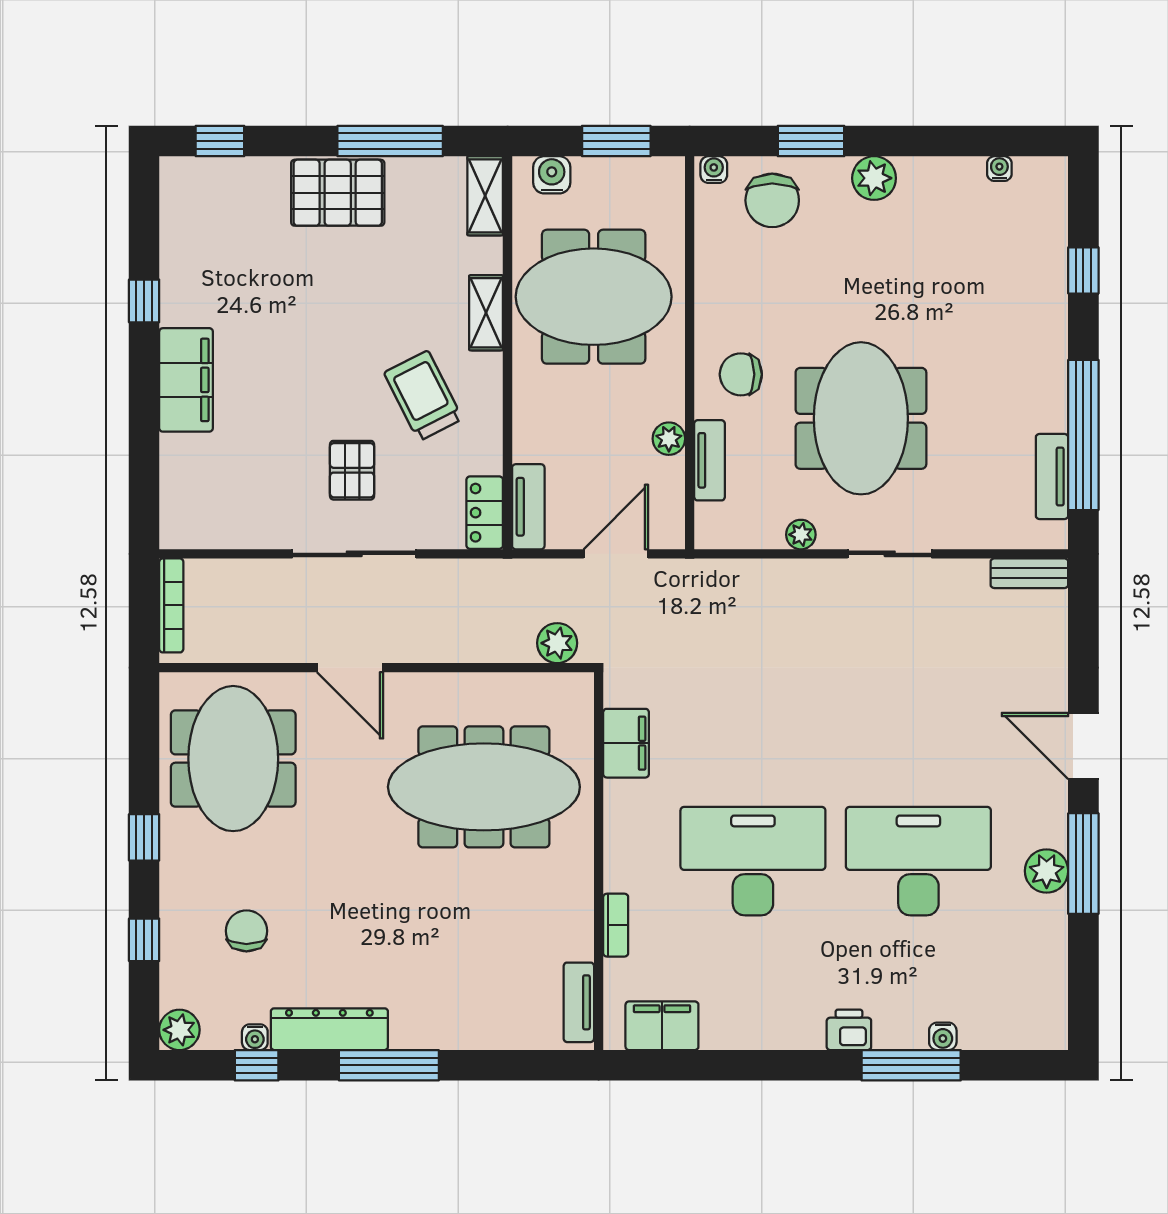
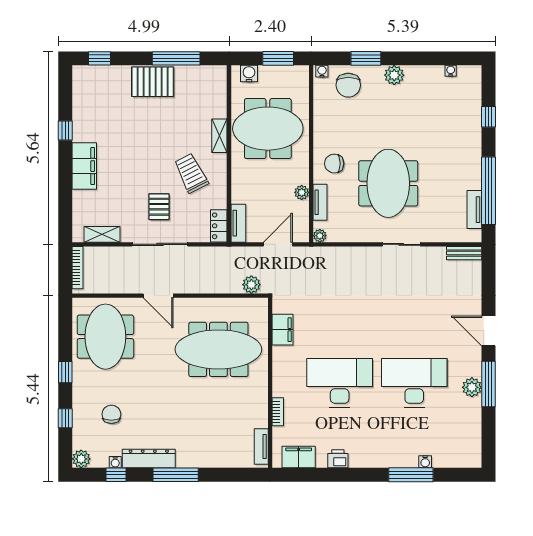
shelving: (485, 196) -> (102, 234), moved, turned 90
plant: (801, 535) -> (320, 236), moved
printer: (849, 1030) -> (338, 459), moved

